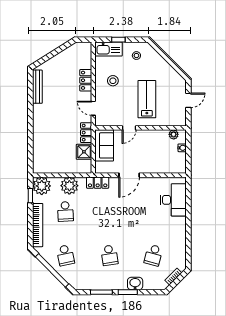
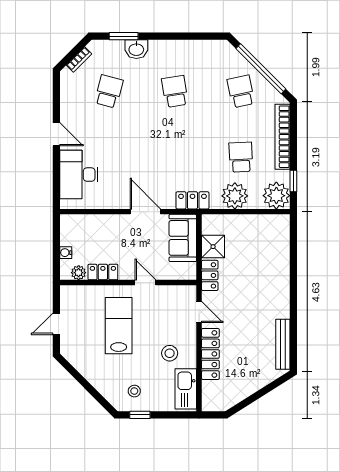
window: (118, 40) -> (140, 415), moved
kitchen sink: (109, 49) -> (186, 389), moved, turned -90
locker: (86, 80) -> (210, 354), width x1.53
lab bench: (147, 99) -> (119, 326), turned 180
door: (129, 128) -> (145, 283), hinge flipped
locker: (157, 135) -> (103, 272), added
sofa: (104, 145) -> (183, 238), moved
door: (129, 175) -> (145, 212), hinge flipped
door: (188, 227) -> (56, 134), added
window: (101, 292) -> (187, 36), removed
window: (128, 292) -> (124, 36), moved

